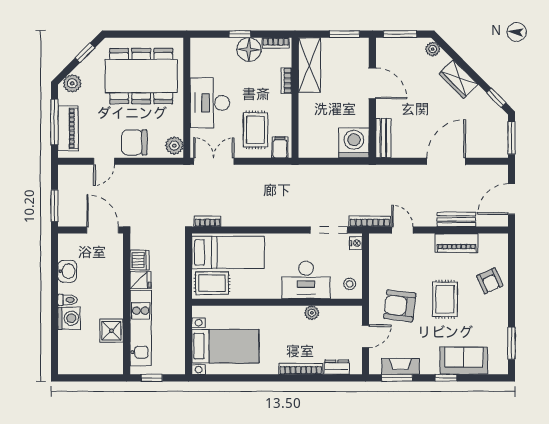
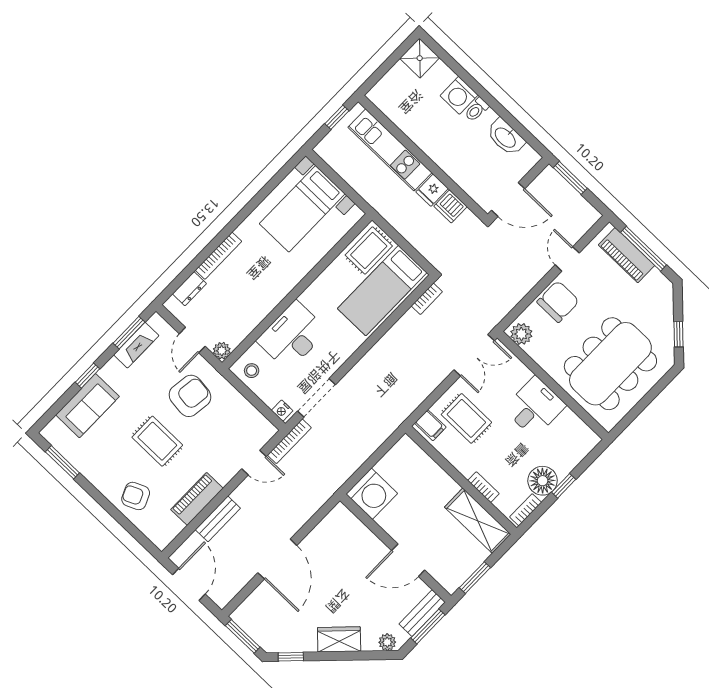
plant: (72, 83) -> (663, 297), removed
desk: (210, 103) -> (535, 407), width x0.73
bench: (383, 138) -> (422, 613), moved, turned 90
washbasin: (67, 271) -> (506, 137), width x1.38
plant: (312, 313) -> (222, 351), moved
shower: (112, 331) -> (420, 58), moved

